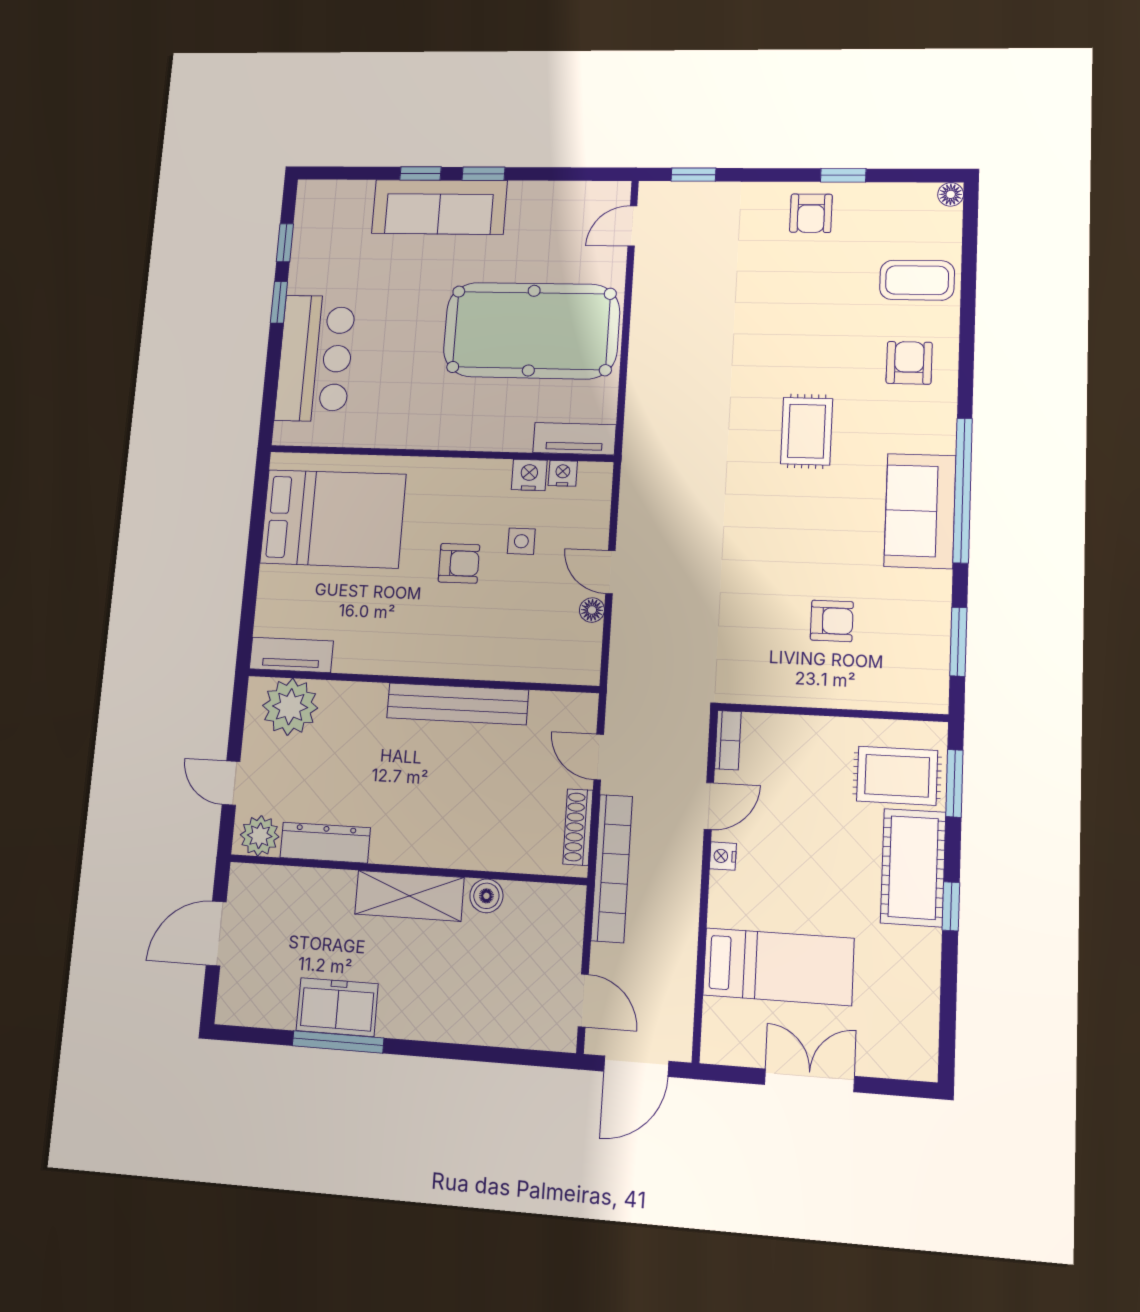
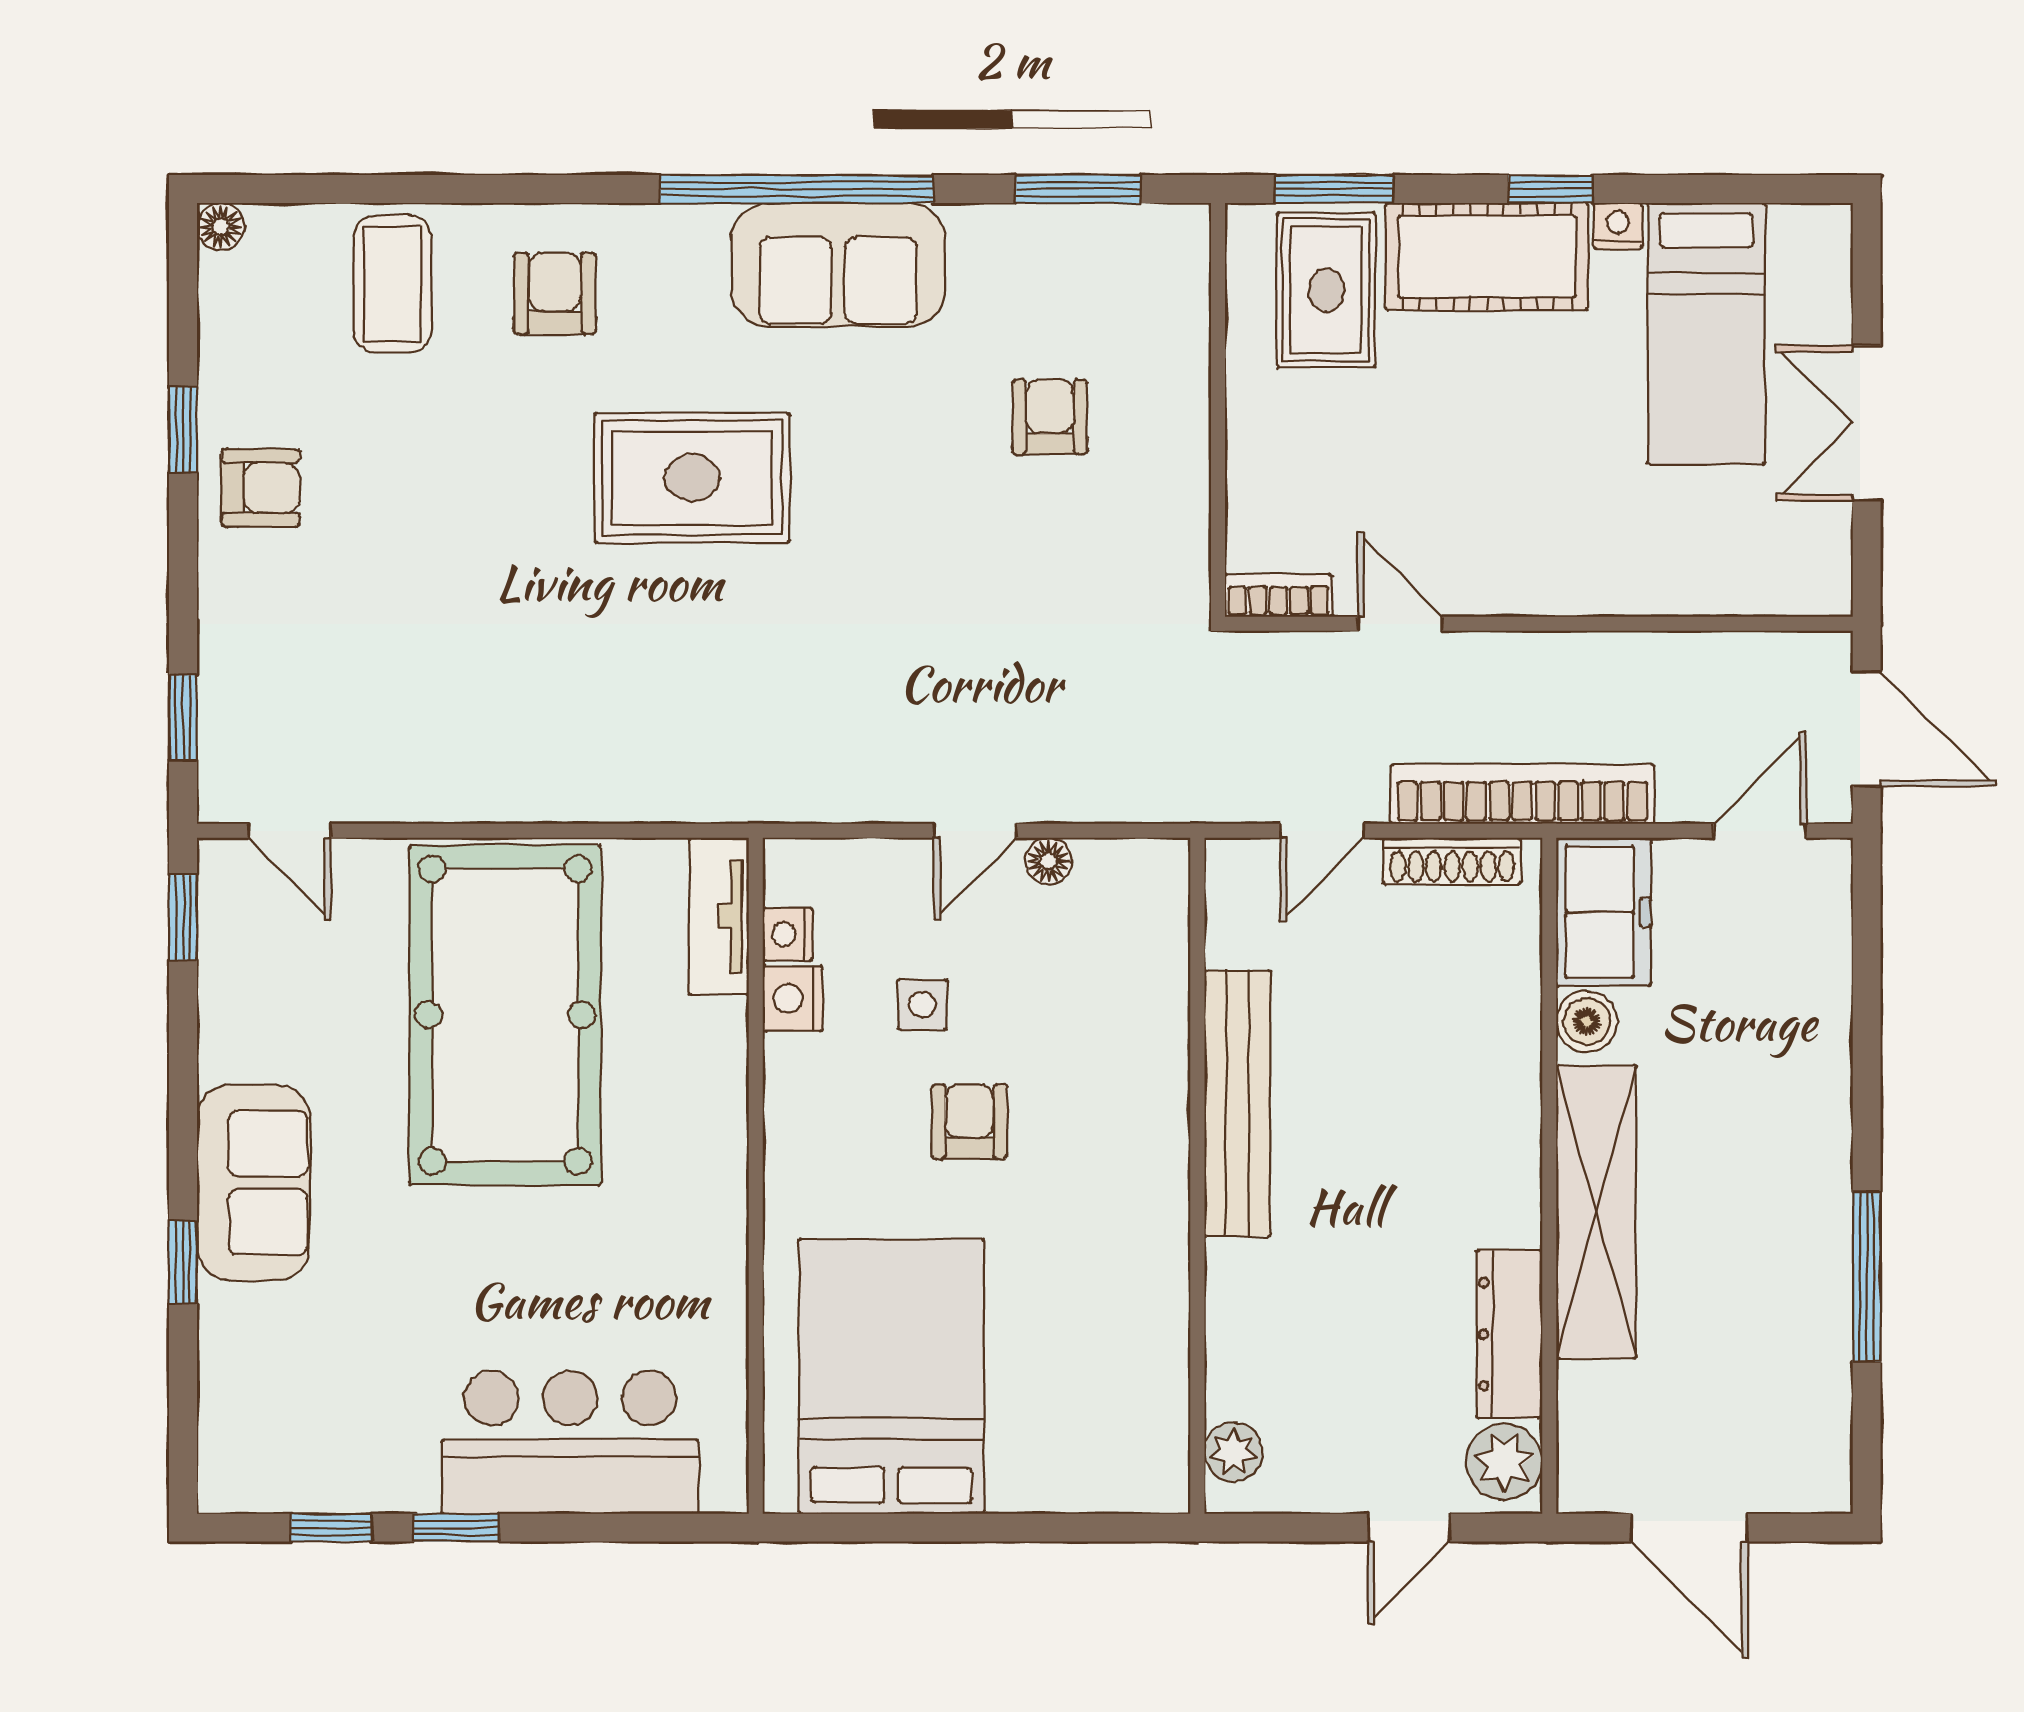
window: (483, 174) -> (183, 917), moved
sofa: (439, 207) -> (253, 1183), width x0.73
armchair: (909, 363) -> (555, 293), turned 90
rug: (807, 431) -> (692, 478), width x1.36, depth x1.43
tv unit: (291, 655) -> (1160, 1434), removed
plant: (290, 707) -> (1233, 1452), width x0.53, depth x0.53
nightstand: (723, 856) -> (1618, 226), moved, turned 180
shelving: (409, 896) -> (1596, 1212), width x1.47
bed: (778, 967) -> (1706, 334), moved, turned 180
freezer: (337, 1007) -> (1604, 912), moved, turned 180

